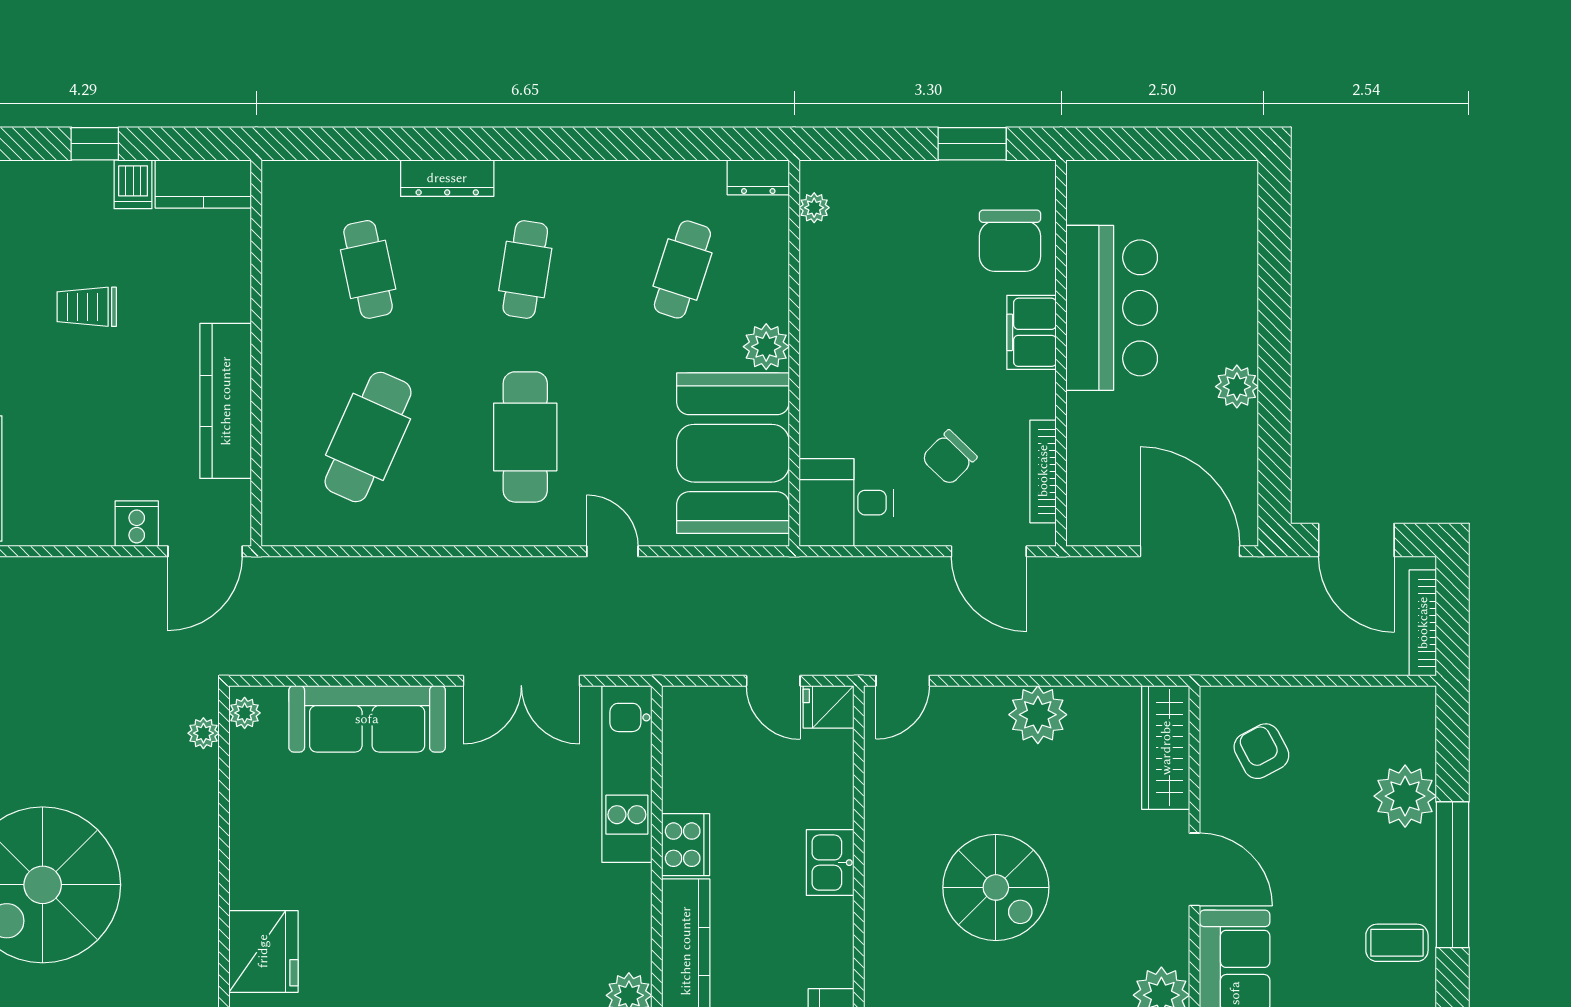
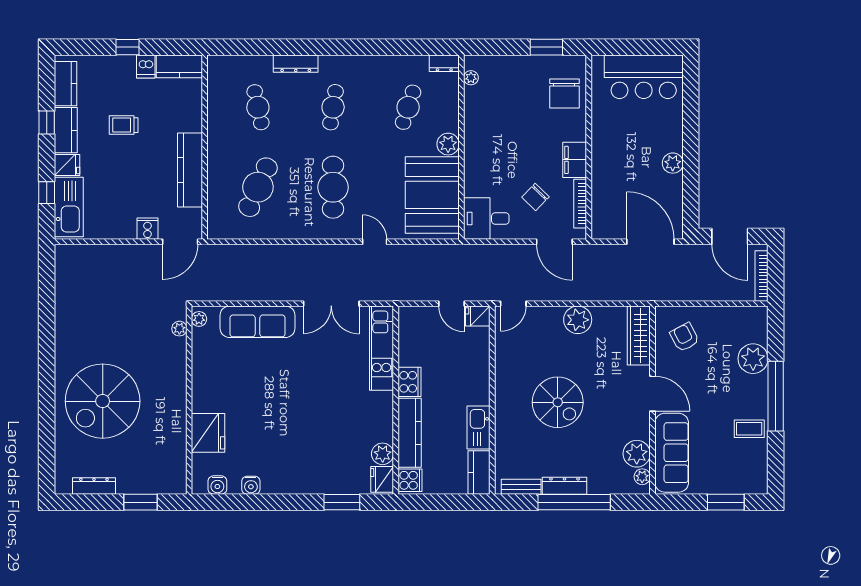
bar counter: (1112, 308) -> (644, 77), moved, turned 90
filing cabinet: (1031, 332) -> (575, 160), moved
kitchen sink: (830, 863) -> (479, 427), moved, width x1.38

